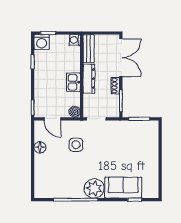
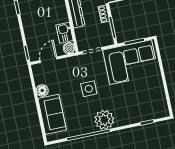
kitchen sink: (73, 82) -> (65, 33), moved
door: (52, 119) -> (49, 60), swing flipped
corner sofa: (131, 138) -> (131, 62), added
side table: (76, 145) -> (89, 89), moved
sofa: (123, 188) -> (52, 114), moved, turned 90

